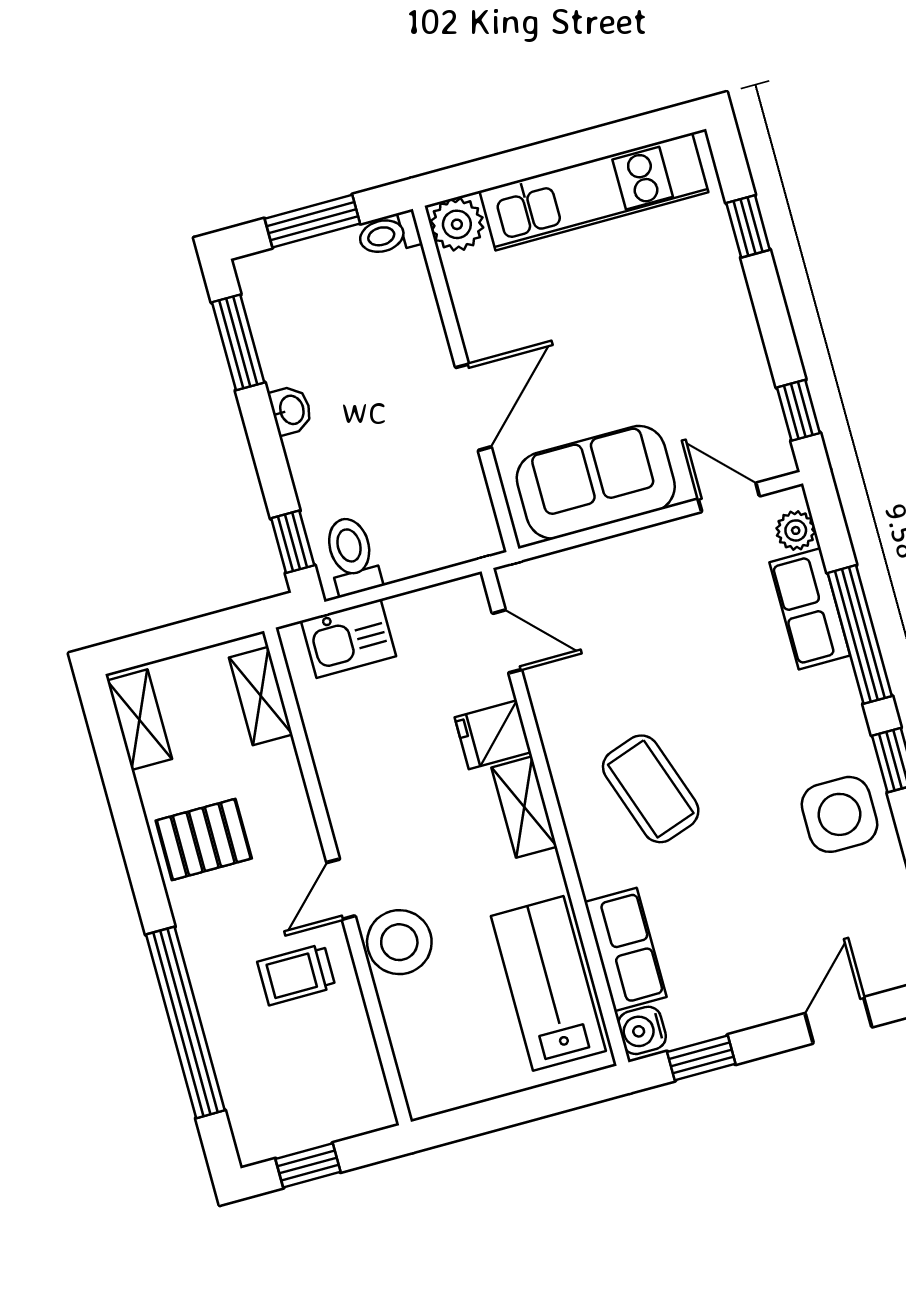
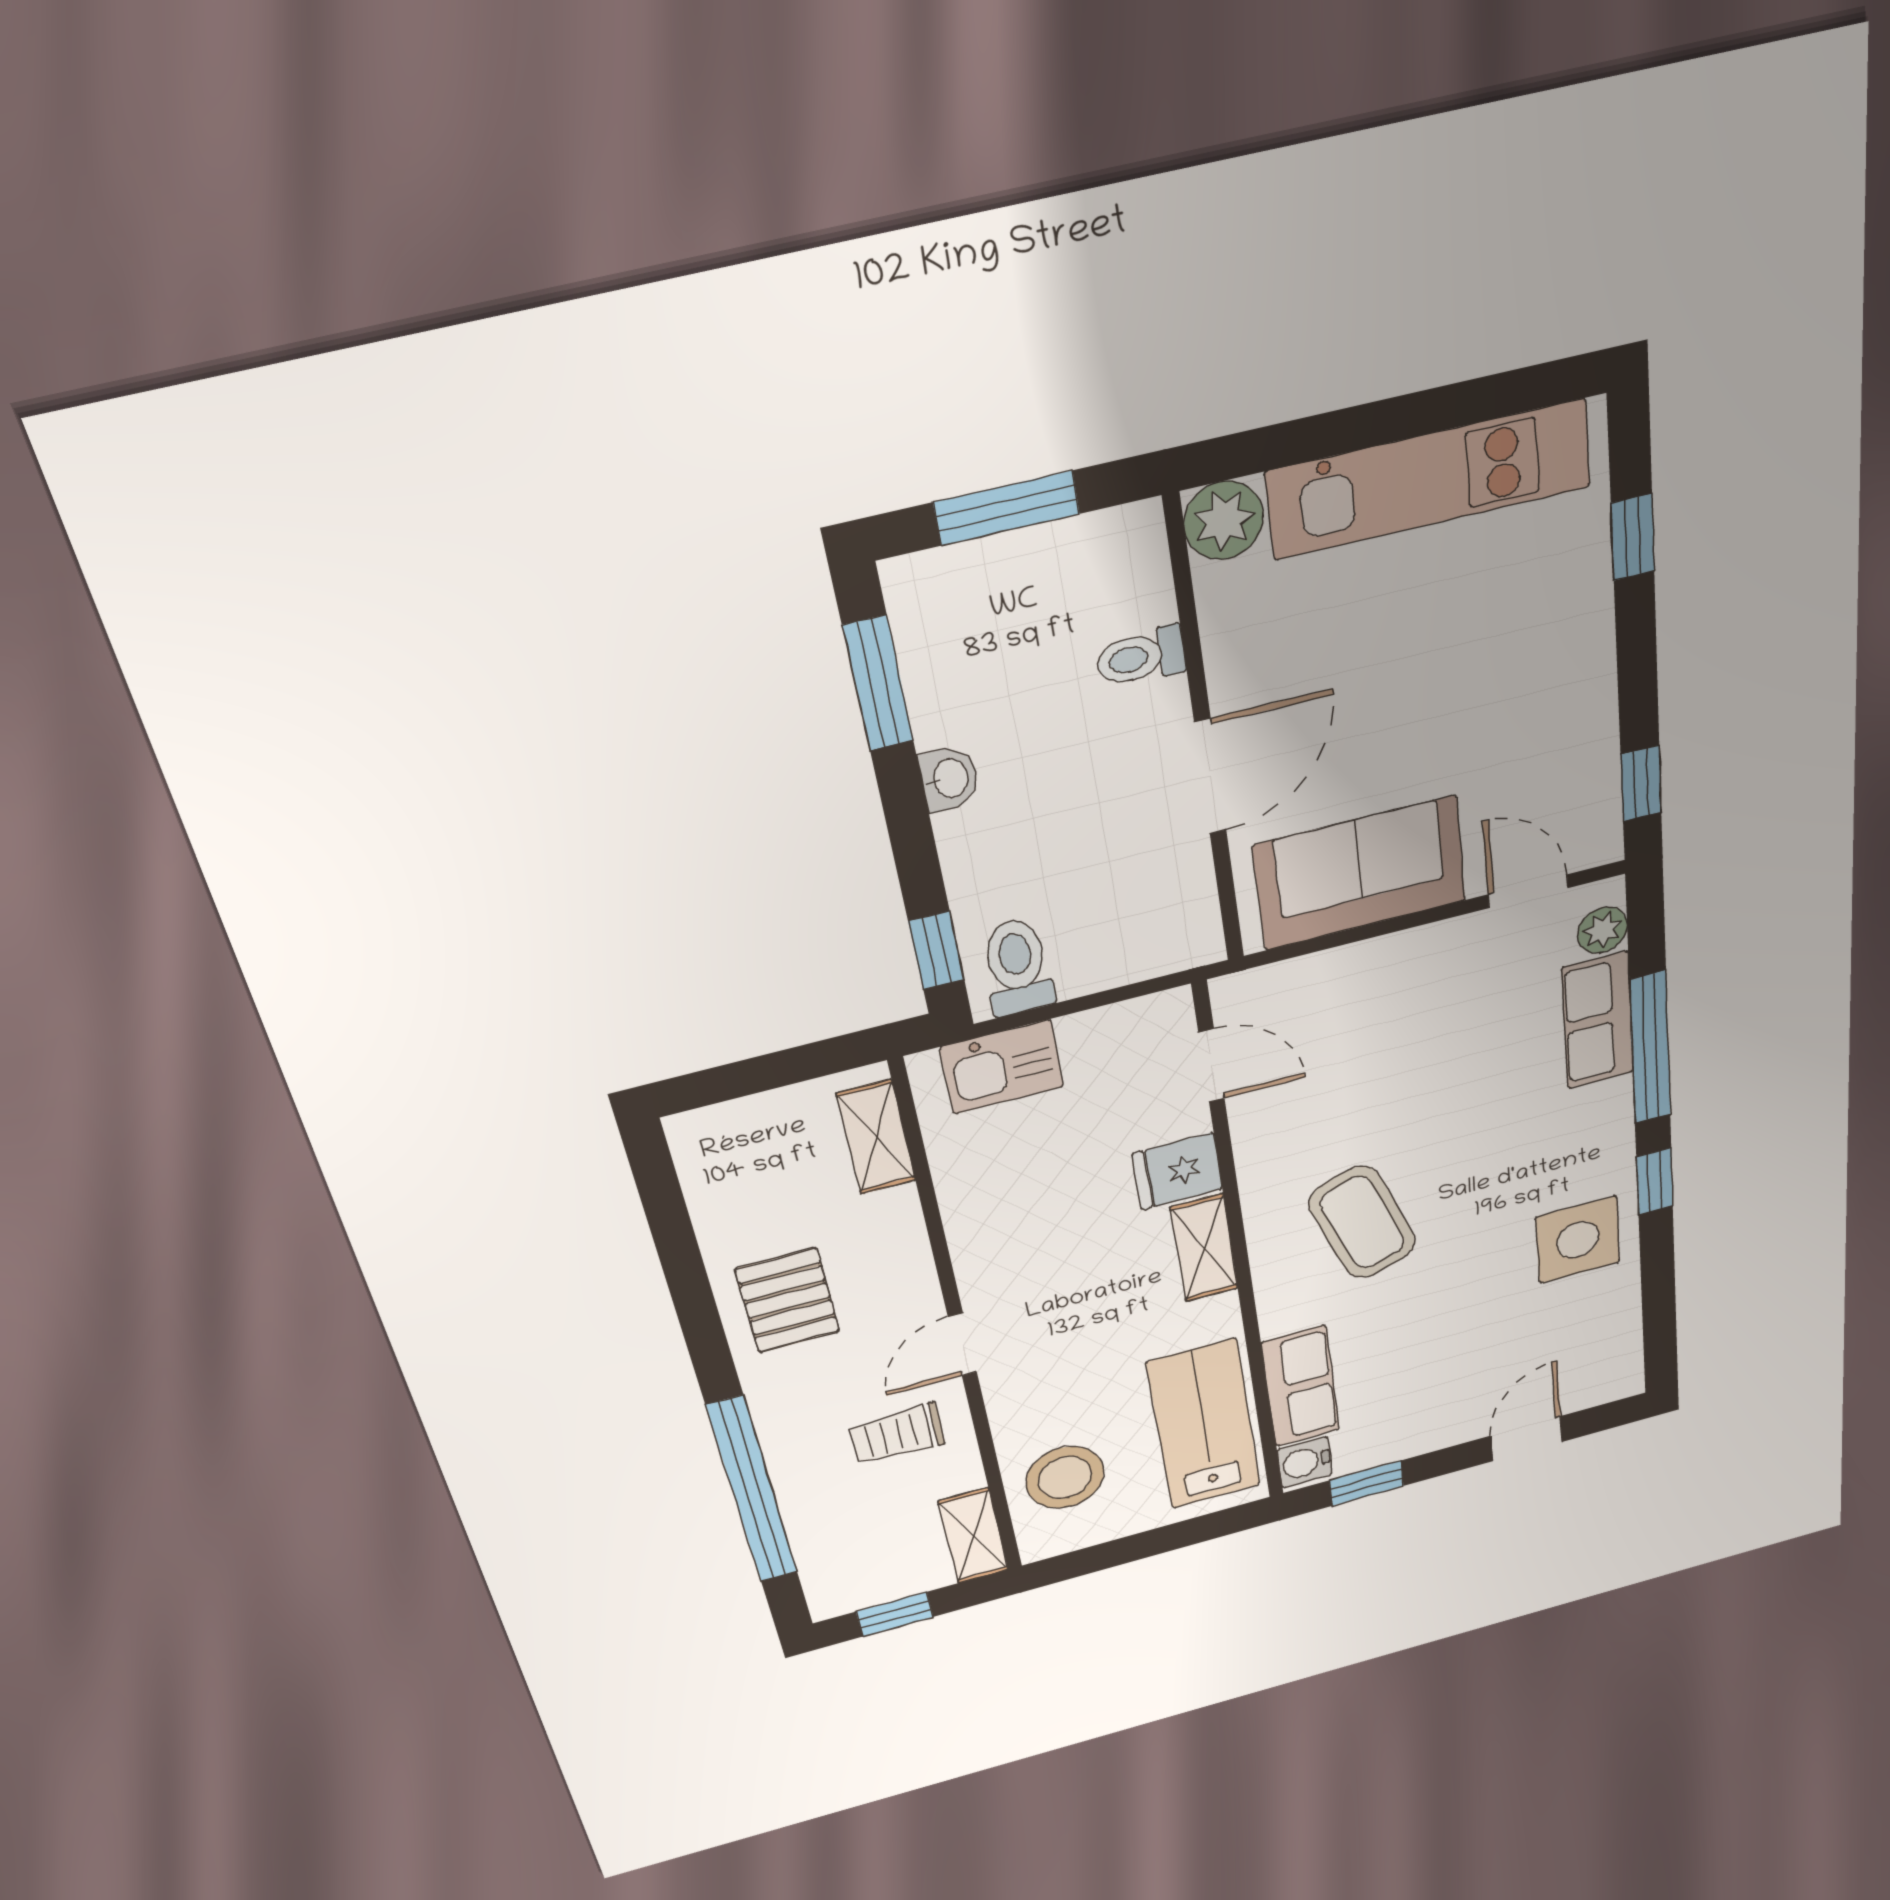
toilet: (389, 234) -> (1141, 657), moved
shelving: (140, 720) -> (973, 1536), moved
pallet: (204, 839) -> (788, 1300), turned 90
stool: (399, 942) -> (1065, 1477), moved

